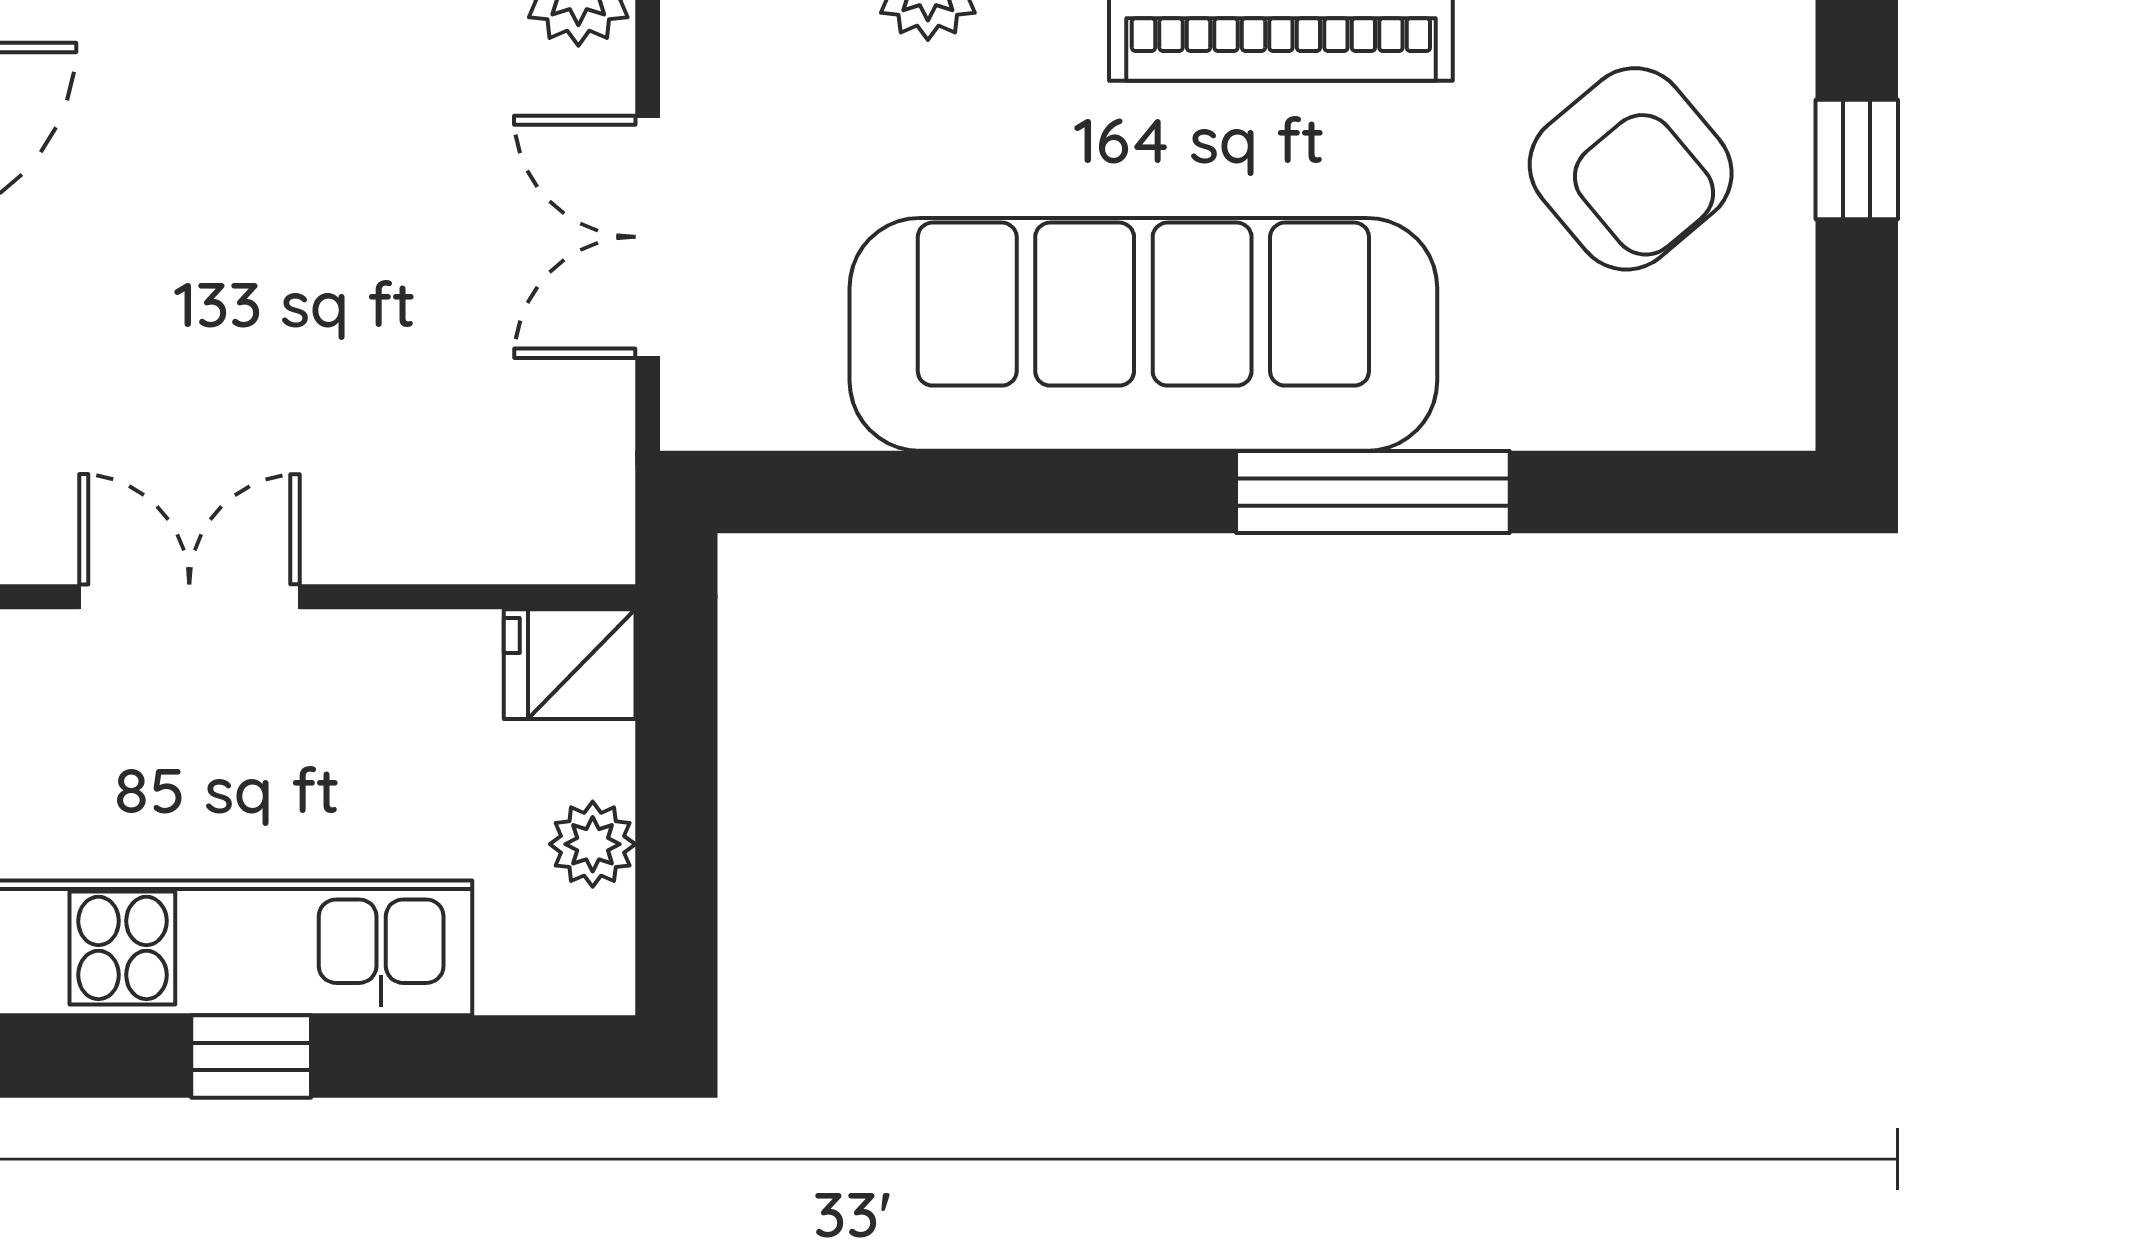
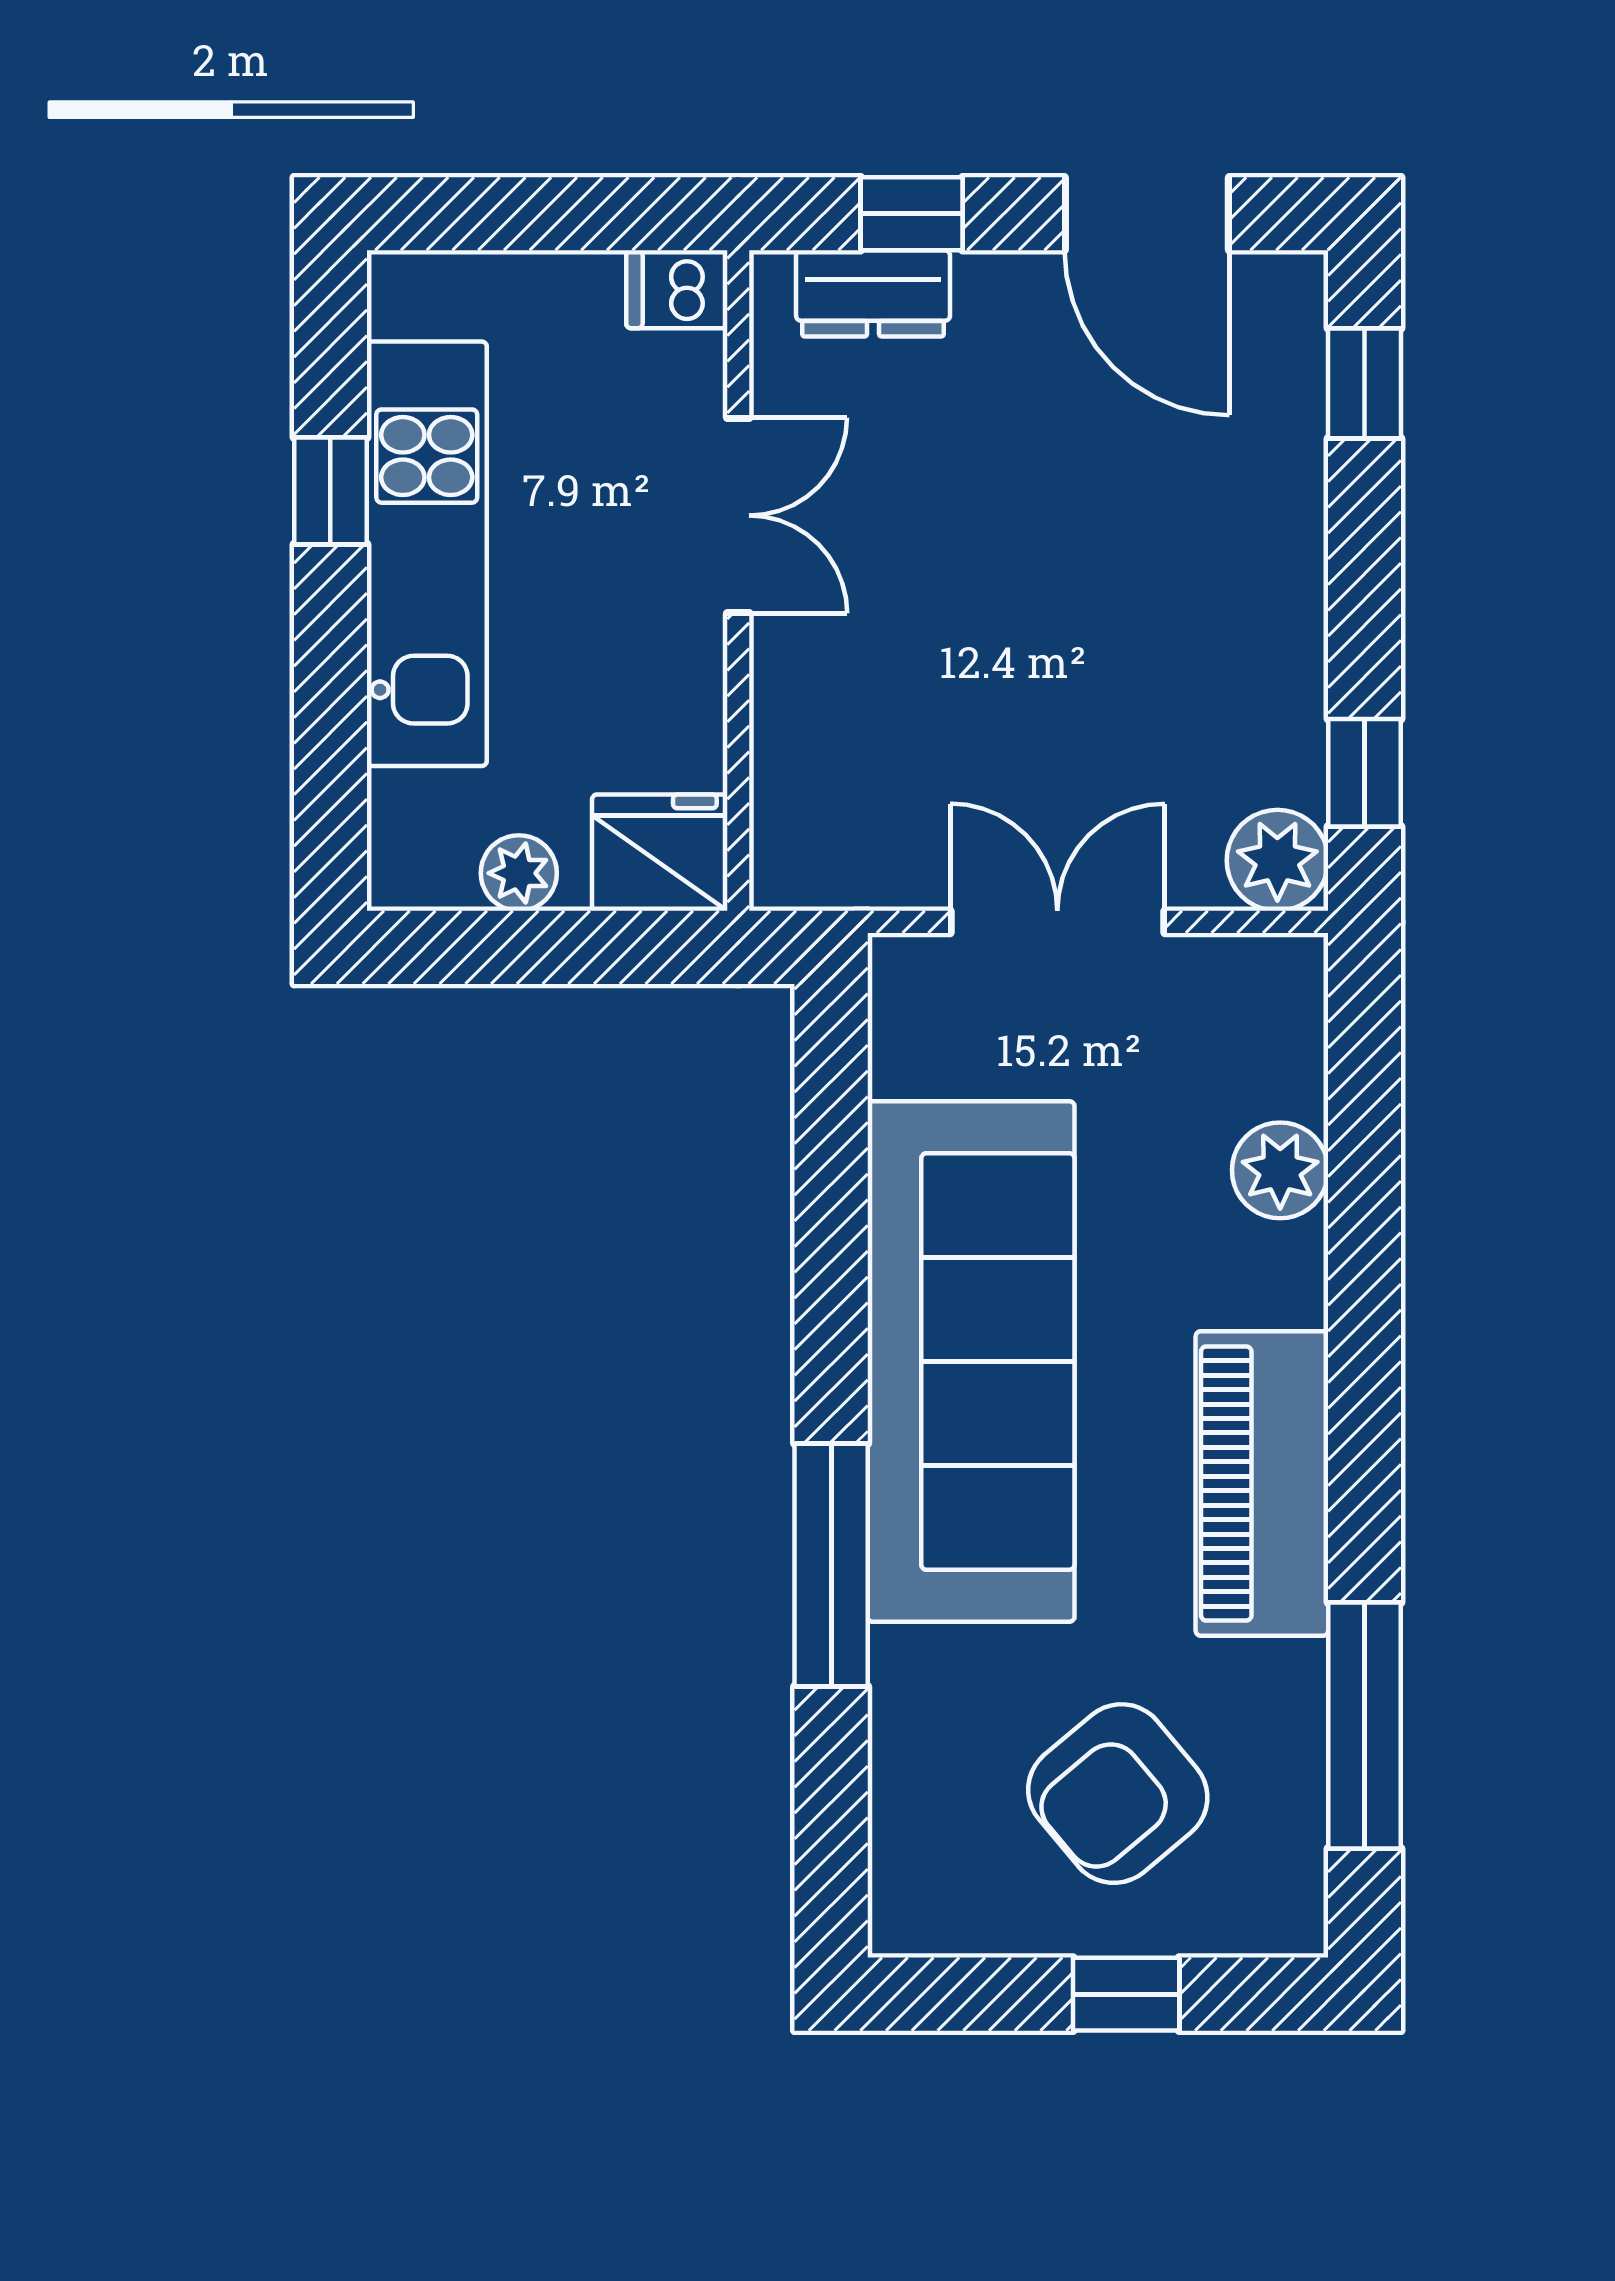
fridge: (570, 664) -> (660, 853), width x1.38
window: (251, 1057) -> (330, 491), moved

